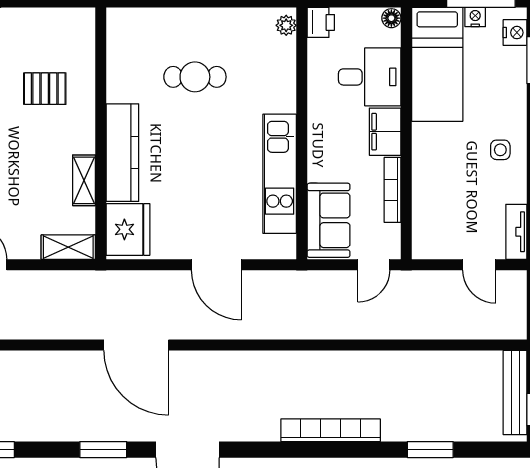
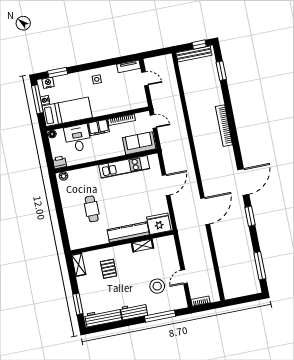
shelving: (68, 247) -> (79, 265), moved
door: (479, 265) -> (145, 79), hinge flipped
window: (430, 450) -> (221, 71), moved

